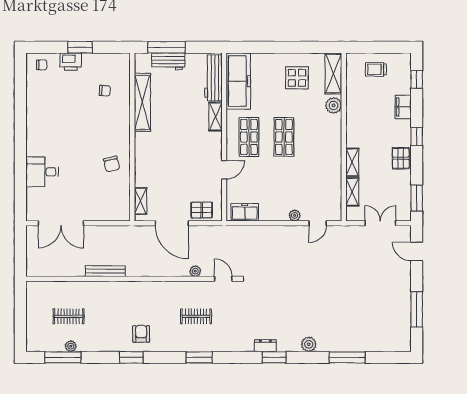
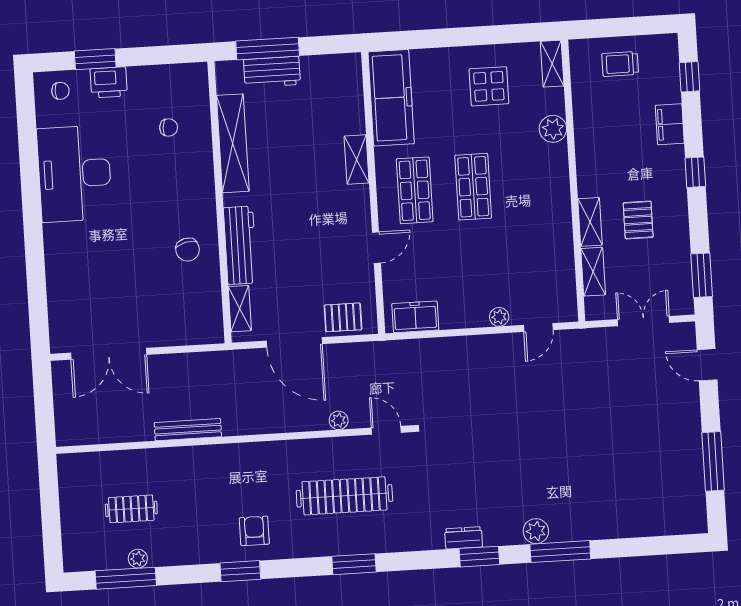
window: (80, 47) -> (95, 59), moved
shelving: (333, 73) -> (552, 64), width x0.67, depth x0.75
workbench: (213, 78) -> (240, 245), moved, turned 180
pallet: (401, 158) -> (638, 220), moved
desk: (42, 172) -> (74, 174), moved, width x1.87, depth x1.30
clothes rail: (196, 316) -> (344, 496), width x1.86, depth x1.31
window: (347, 357) -> (560, 552), moved

